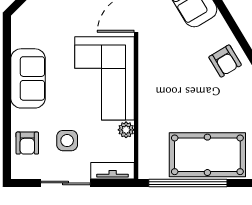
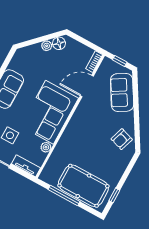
armchair: (225, 61) -> (122, 139), turned 49
window: (188, 183) -> (64, 195), width x0.68

